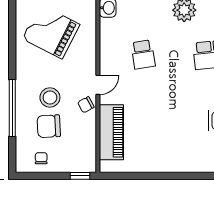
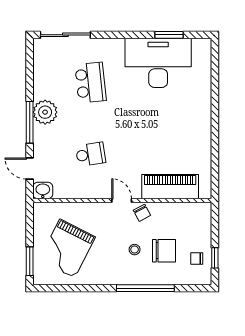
stool: (50, 97) -> (135, 250), width x0.53, depth x0.53
chair: (49, 126) -> (164, 251), turned -87
window: (80, 176) -> (215, 258), moved

